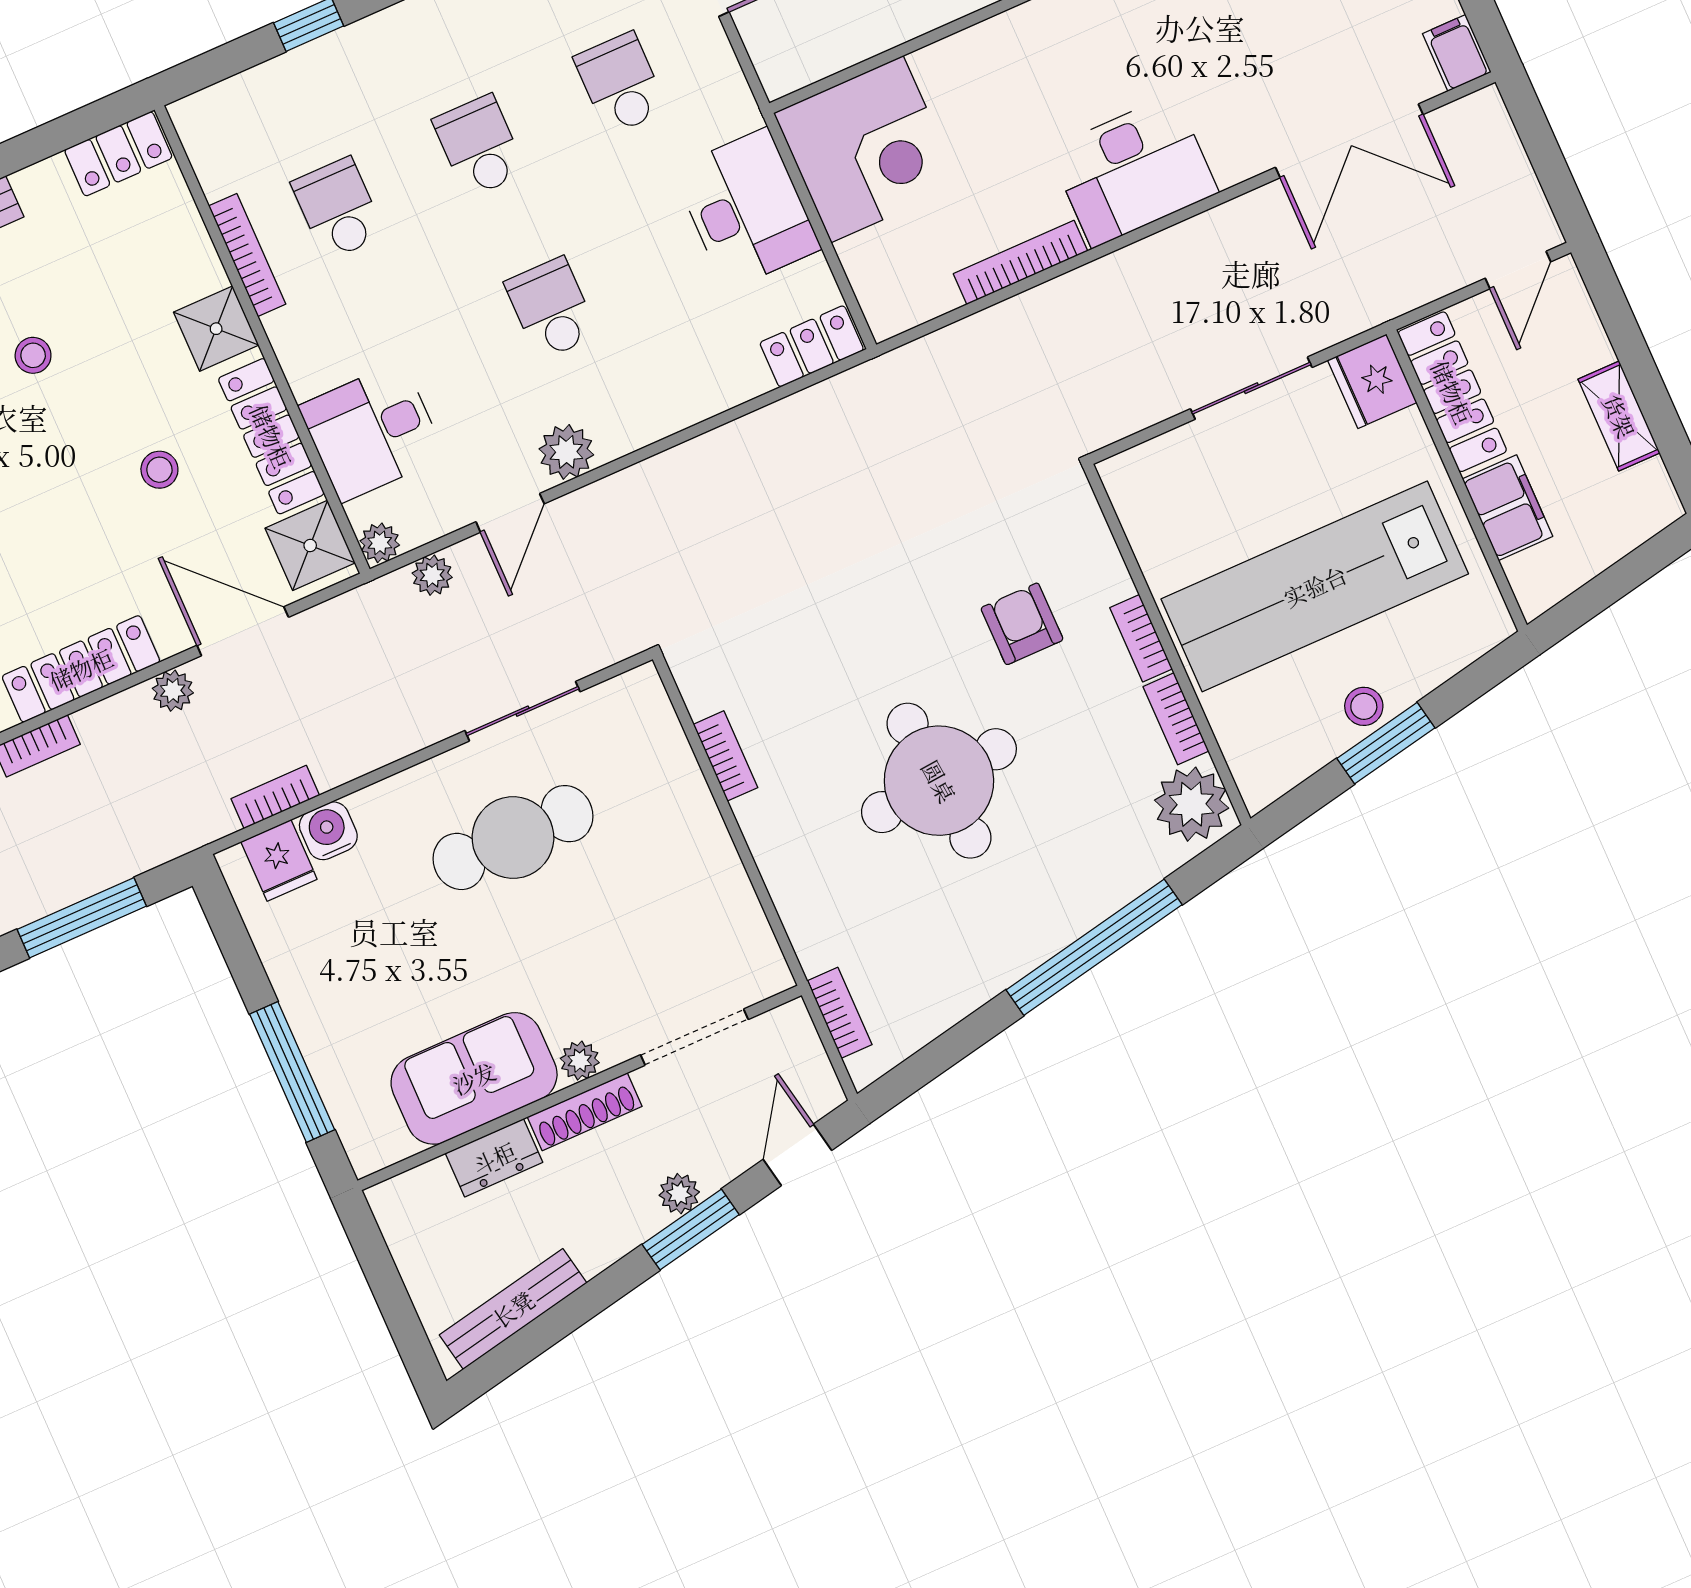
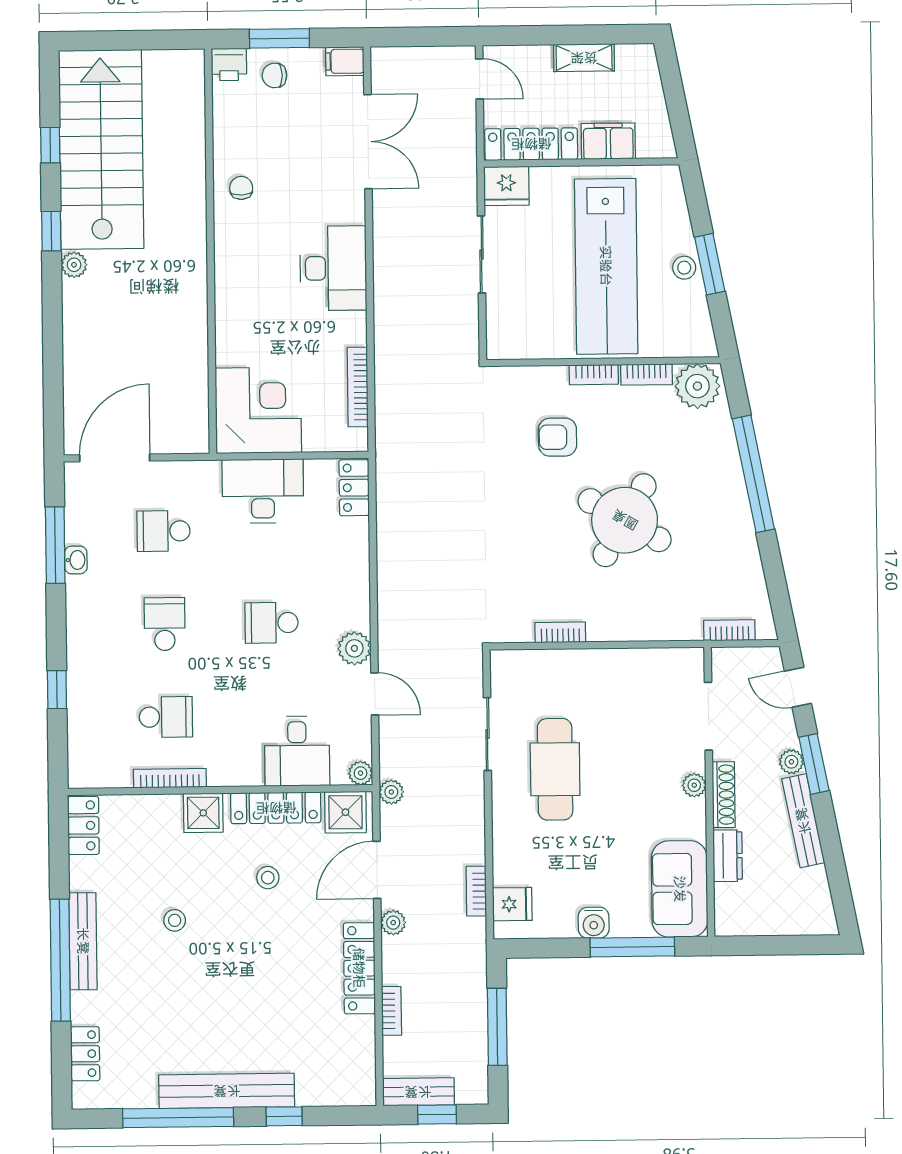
school desk: (479, 146) -> (165, 624), turned 90
school desk: (338, 209) -> (166, 717), turned 180
bookcase: (1021, 262) -> (358, 387), moved
plant: (432, 575) -> (391, 792), moved
round table: (939, 781) -> (625, 520), turned 35
water cooler: (328, 831) -> (594, 923), moved, turned -90
sofa: (474, 1078) -> (680, 889), moved
bench: (513, 1309) -> (803, 821), moved

